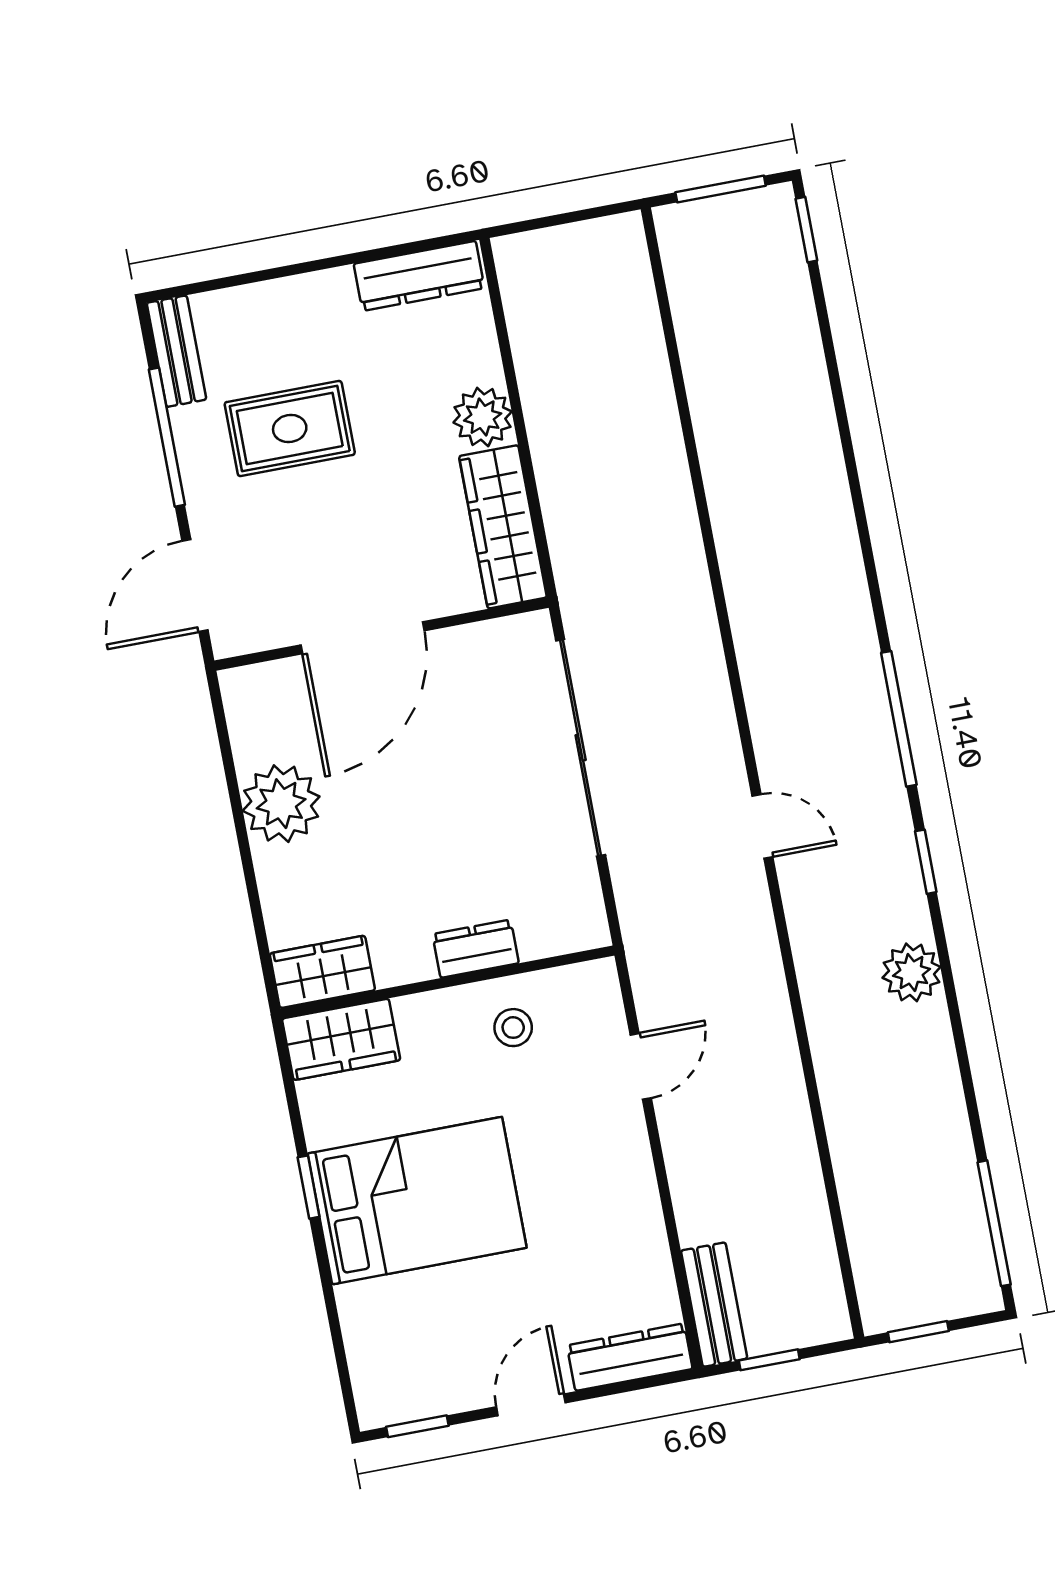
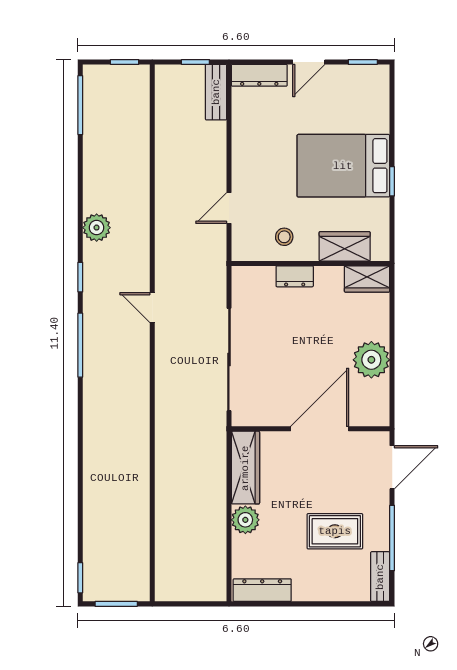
wardrobe: (341, 1039) -> (345, 246), moved

